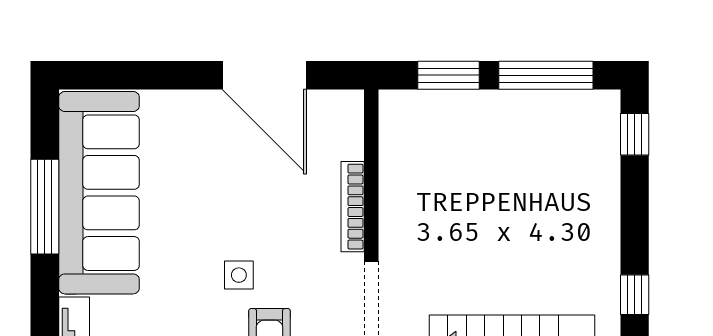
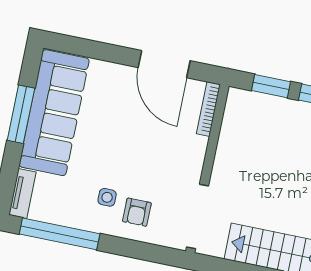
bookcase: (353, 207) -> (208, 109), moved
side table: (239, 275) -> (107, 197), moved

